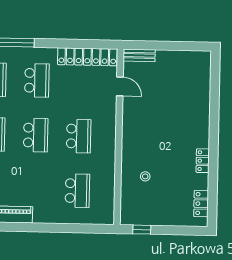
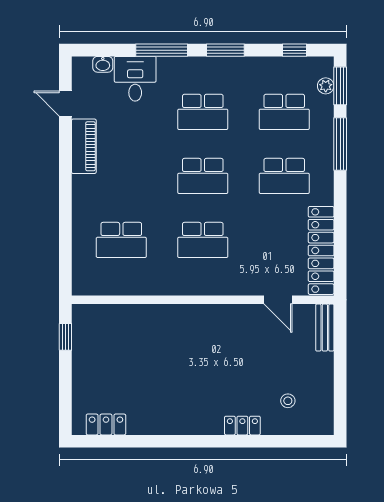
door: (120, 86) -> (278, 300), hinge flipped
locker: (203, 161) -> (242, 426), moved
stool: (145, 176) -> (288, 401), moved

